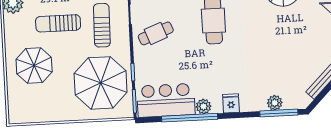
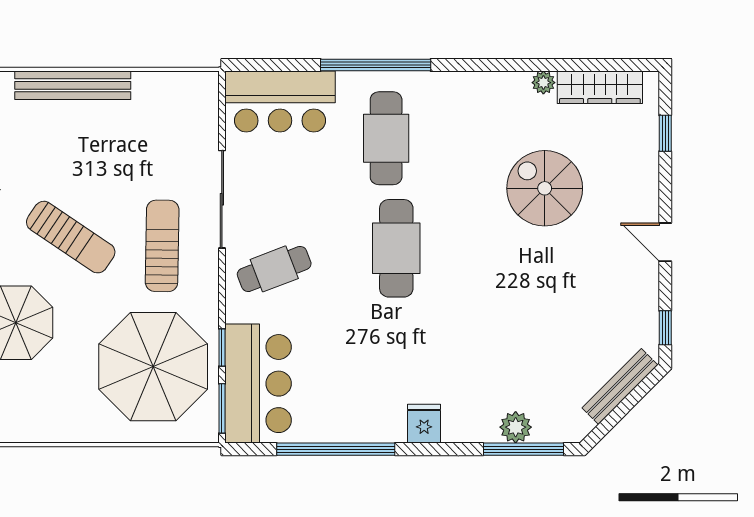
sun lounger: (58, 23) -> (71, 237), turned -146
bar counter: (166, 100) -> (258, 384), moved, turned 90
plant: (203, 106) -> (366, 427), removed

